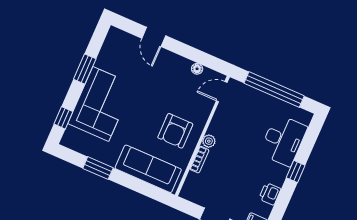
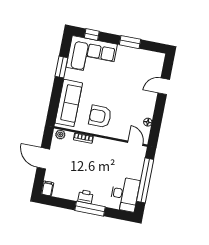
corner sofa: (101, 104) -> (92, 56), moved
desk: (283, 140) -> (125, 194), moved, turned -90
plant: (209, 141) -> (60, 134), moved
window: (296, 171) -> (90, 209), width x2.17
printer: (270, 194) -> (85, 197), moved

